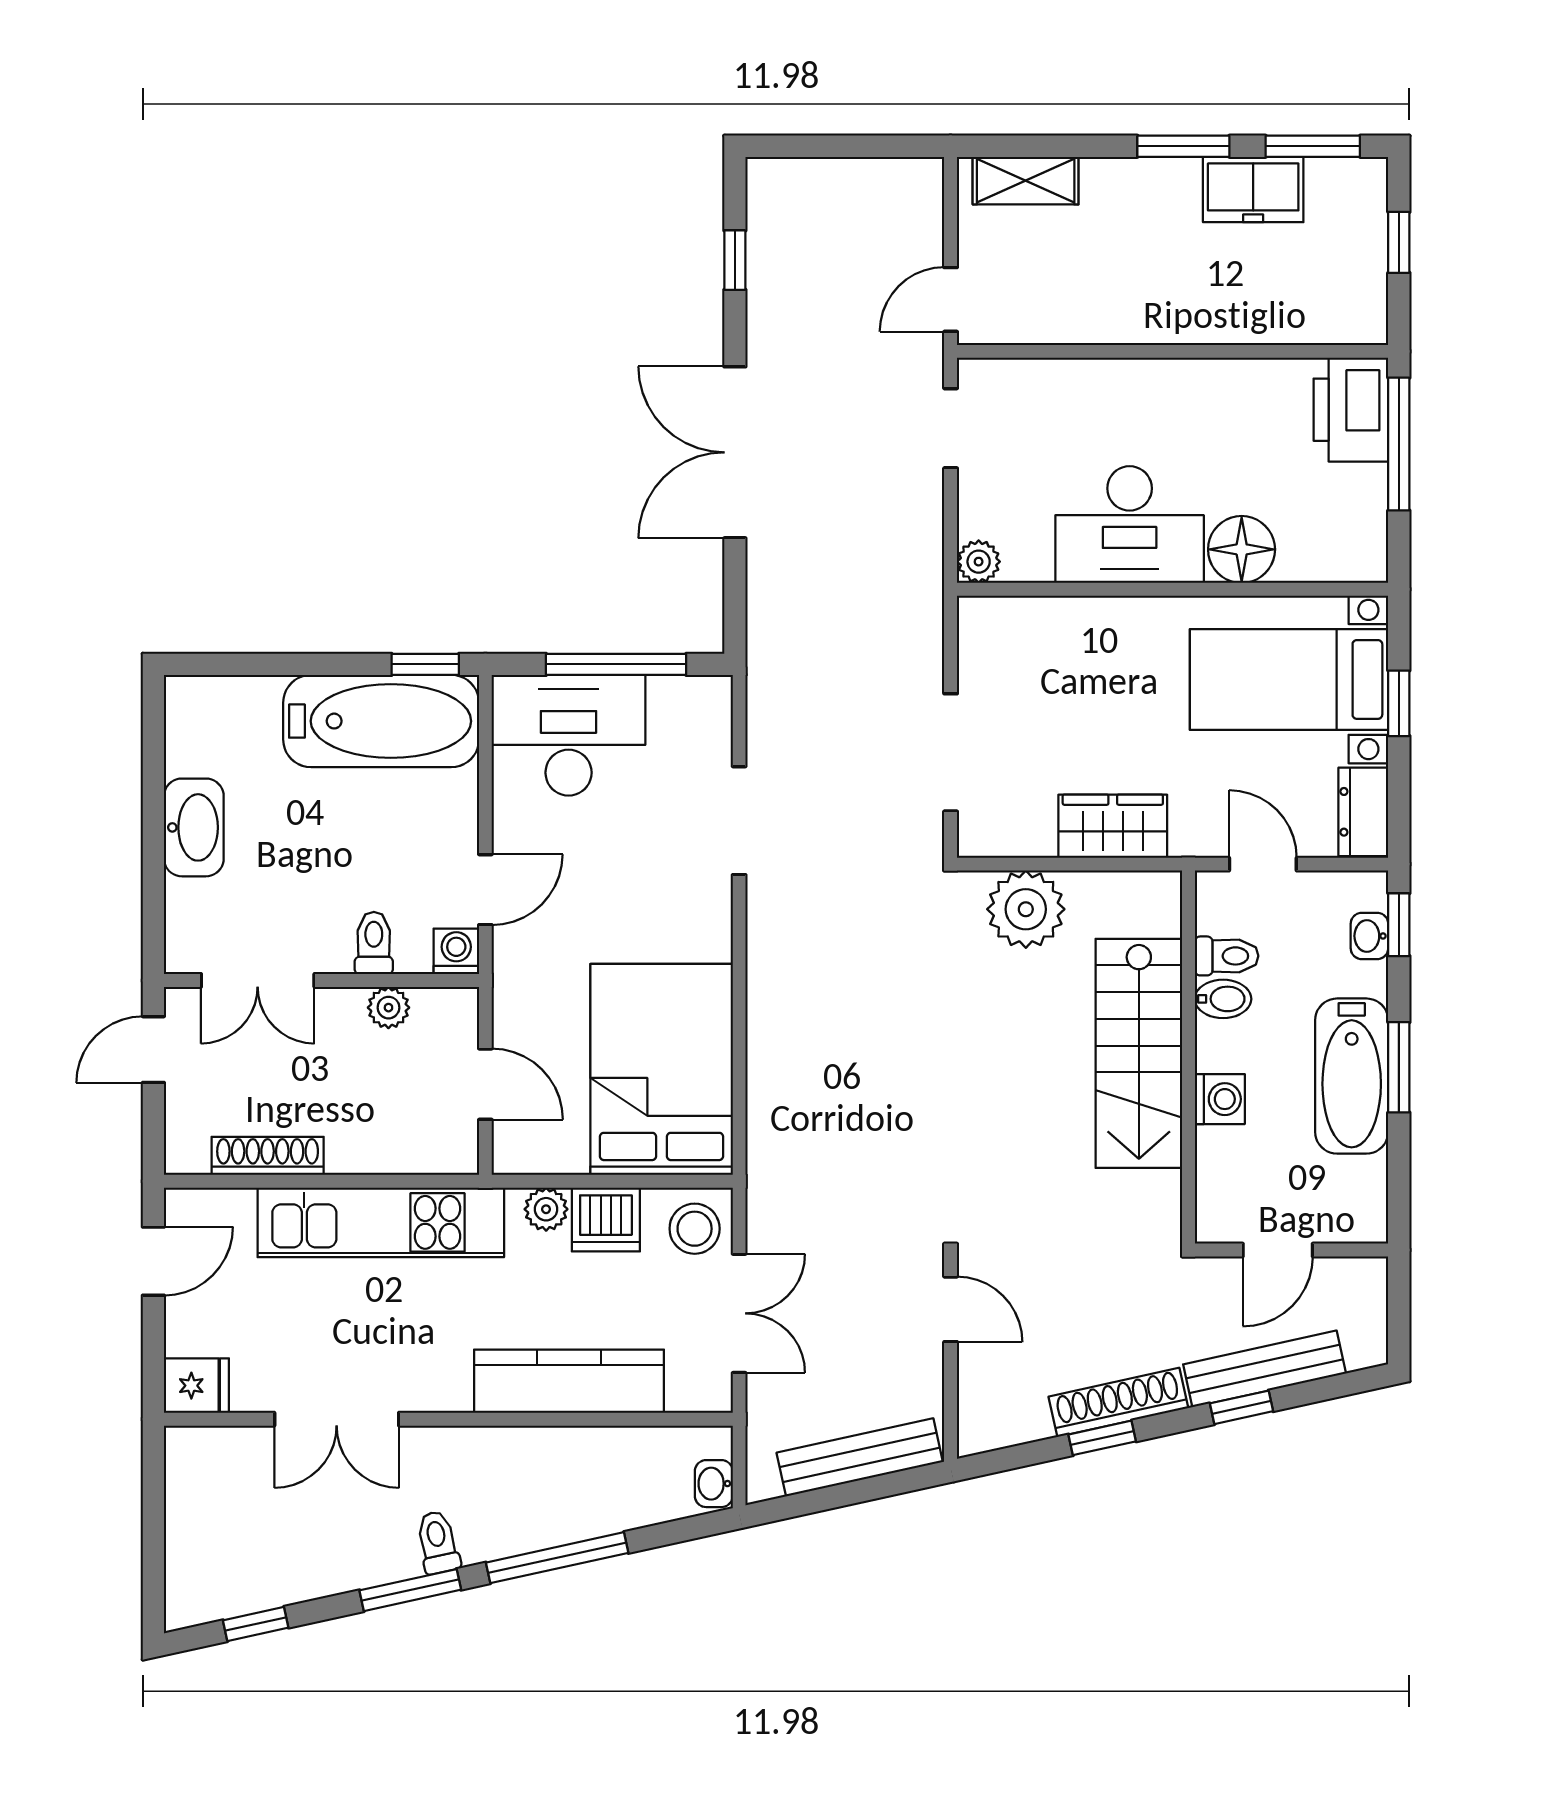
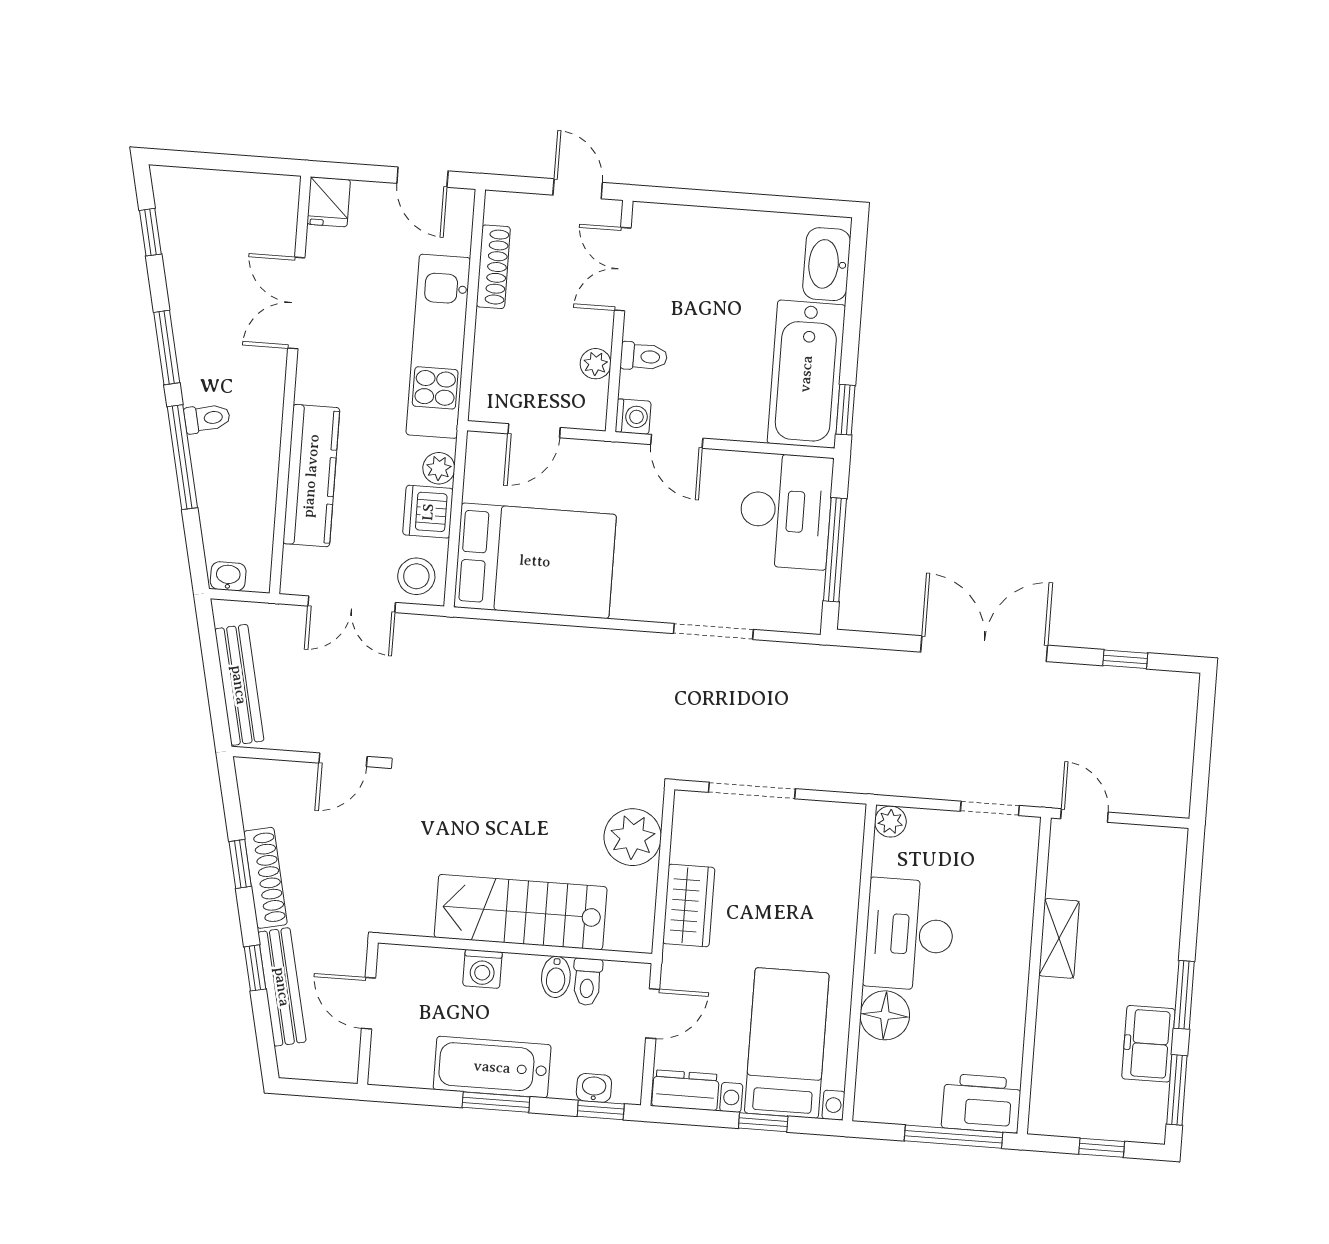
shelving: (1026, 181) -> (1059, 938), moved
washbasin: (194, 827) -> (827, 264), moved, turned 90
toilet: (438, 1542) -> (207, 418), moved

